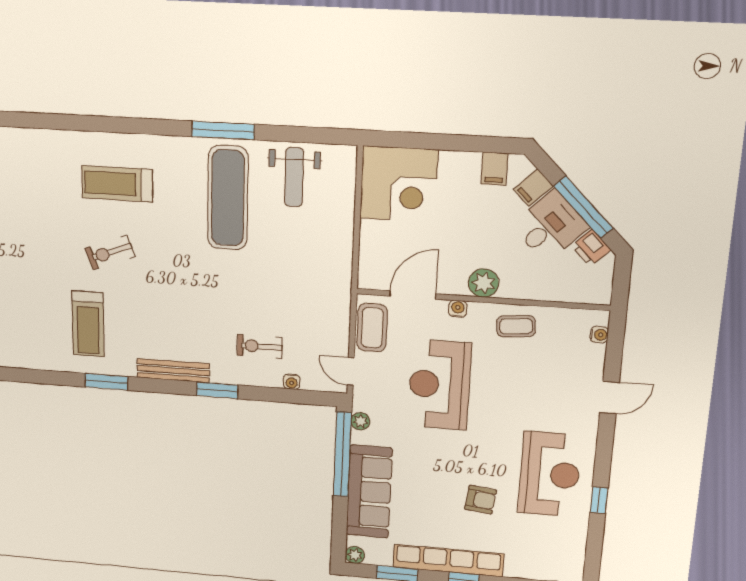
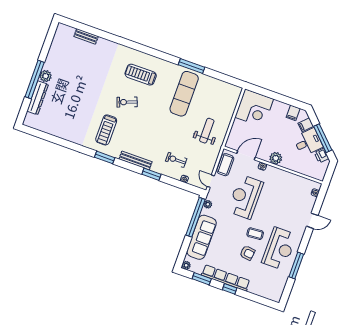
weight bench: (294, 177) -> (207, 131), moved, turned 180
coffee table: (516, 326) -> (255, 234), moved
window: (599, 500) -> (296, 266), width x2.17

